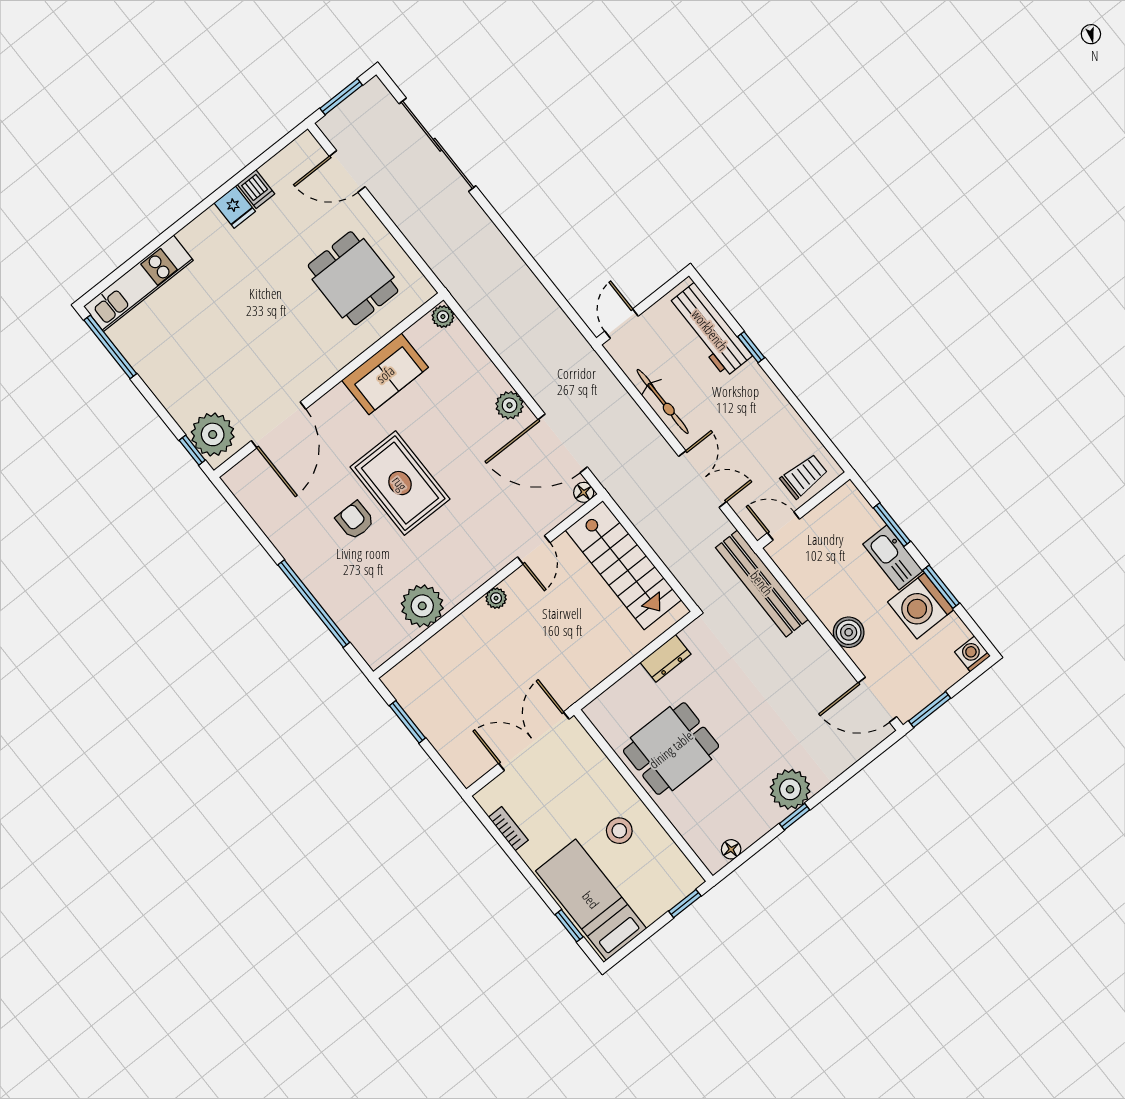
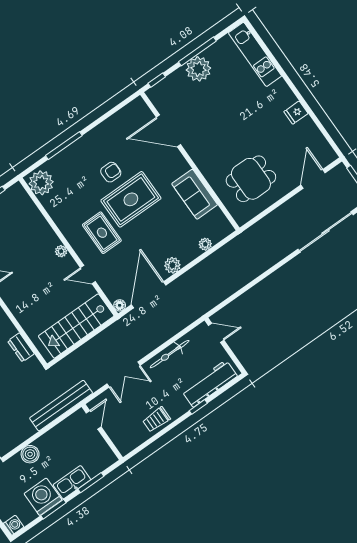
dishwasher: (256, 189) -> (306, 126), removed
plant: (443, 317) -> (205, 244), moved
window: (110, 347) -> (197, 51), moved
plant: (213, 434) -> (198, 69), moved
trolley: (804, 476) -> (156, 419), moved, turned 90
rug: (460, 530) -> (102, 233), added
window: (314, 604) -> (64, 146), width x0.68
plant: (422, 606) -> (41, 183), moved

